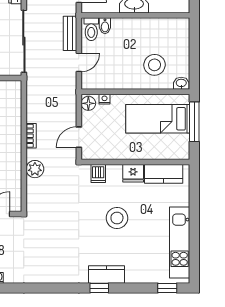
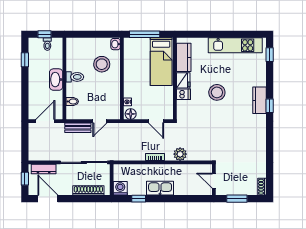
toilet: (91, 29) -> (75, 77), moved
door: (79, 62) -> (100, 121), swing flipped
bed: (158, 119) -> (161, 62), moved
dishwasher: (98, 174) -> (183, 94), moved

